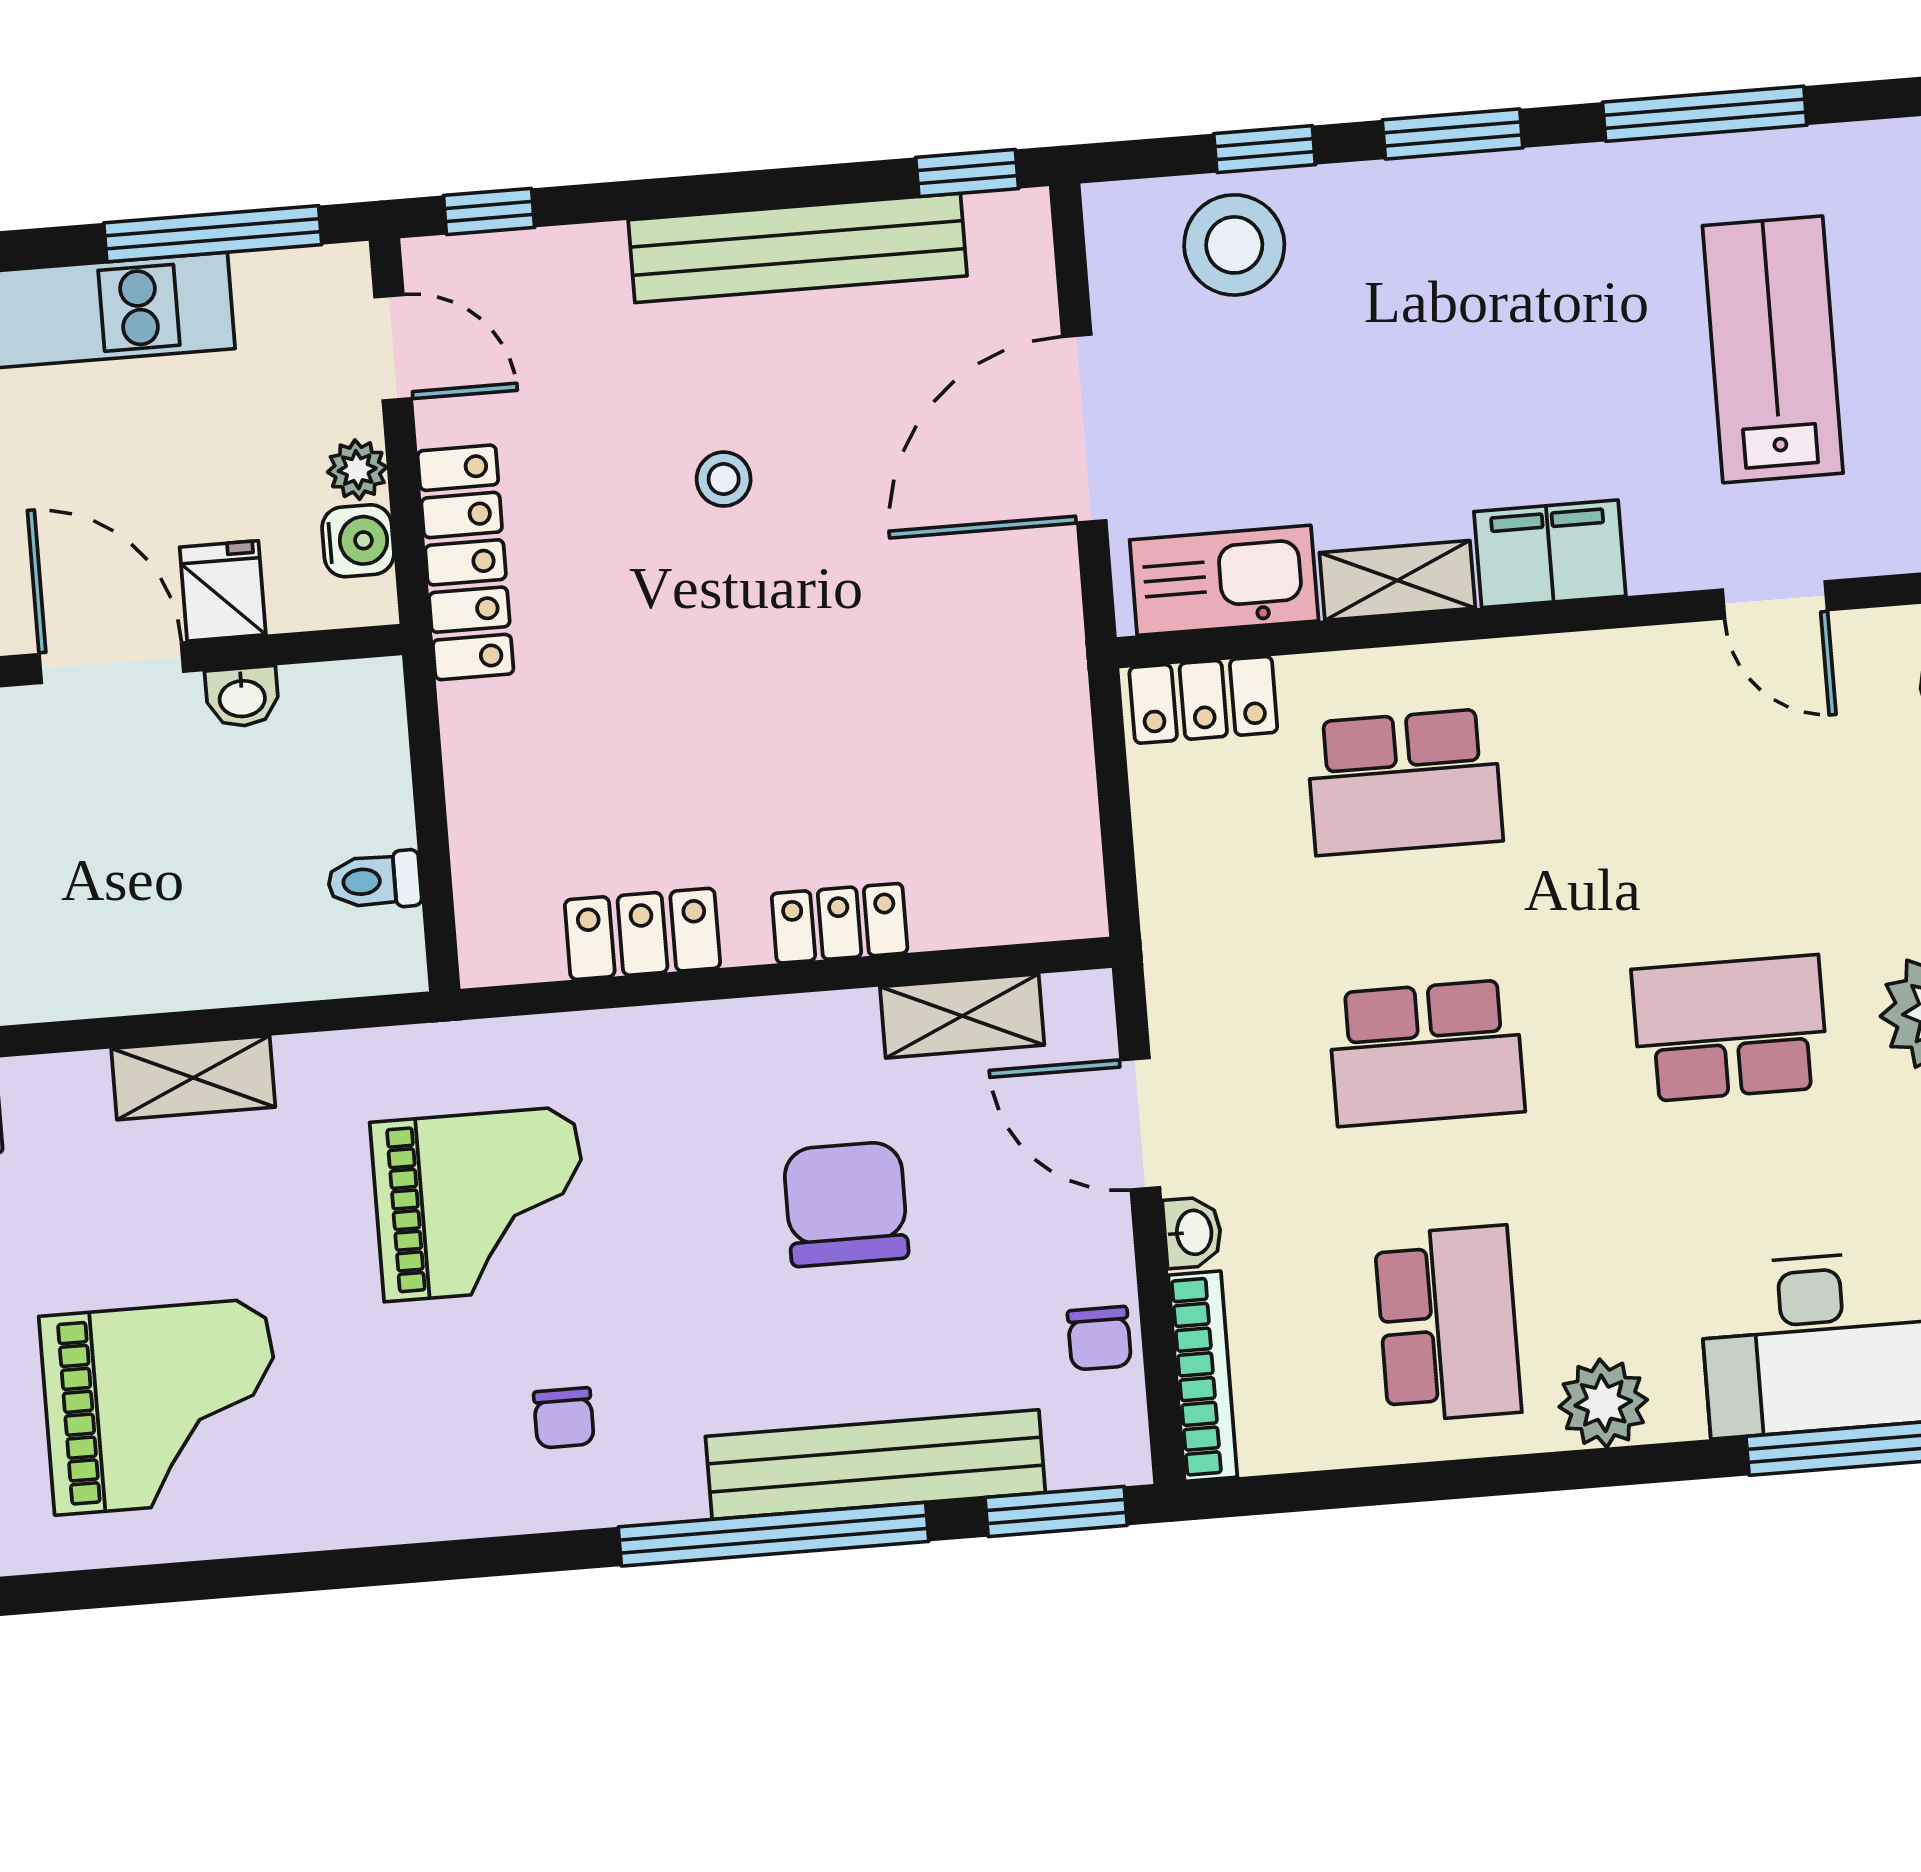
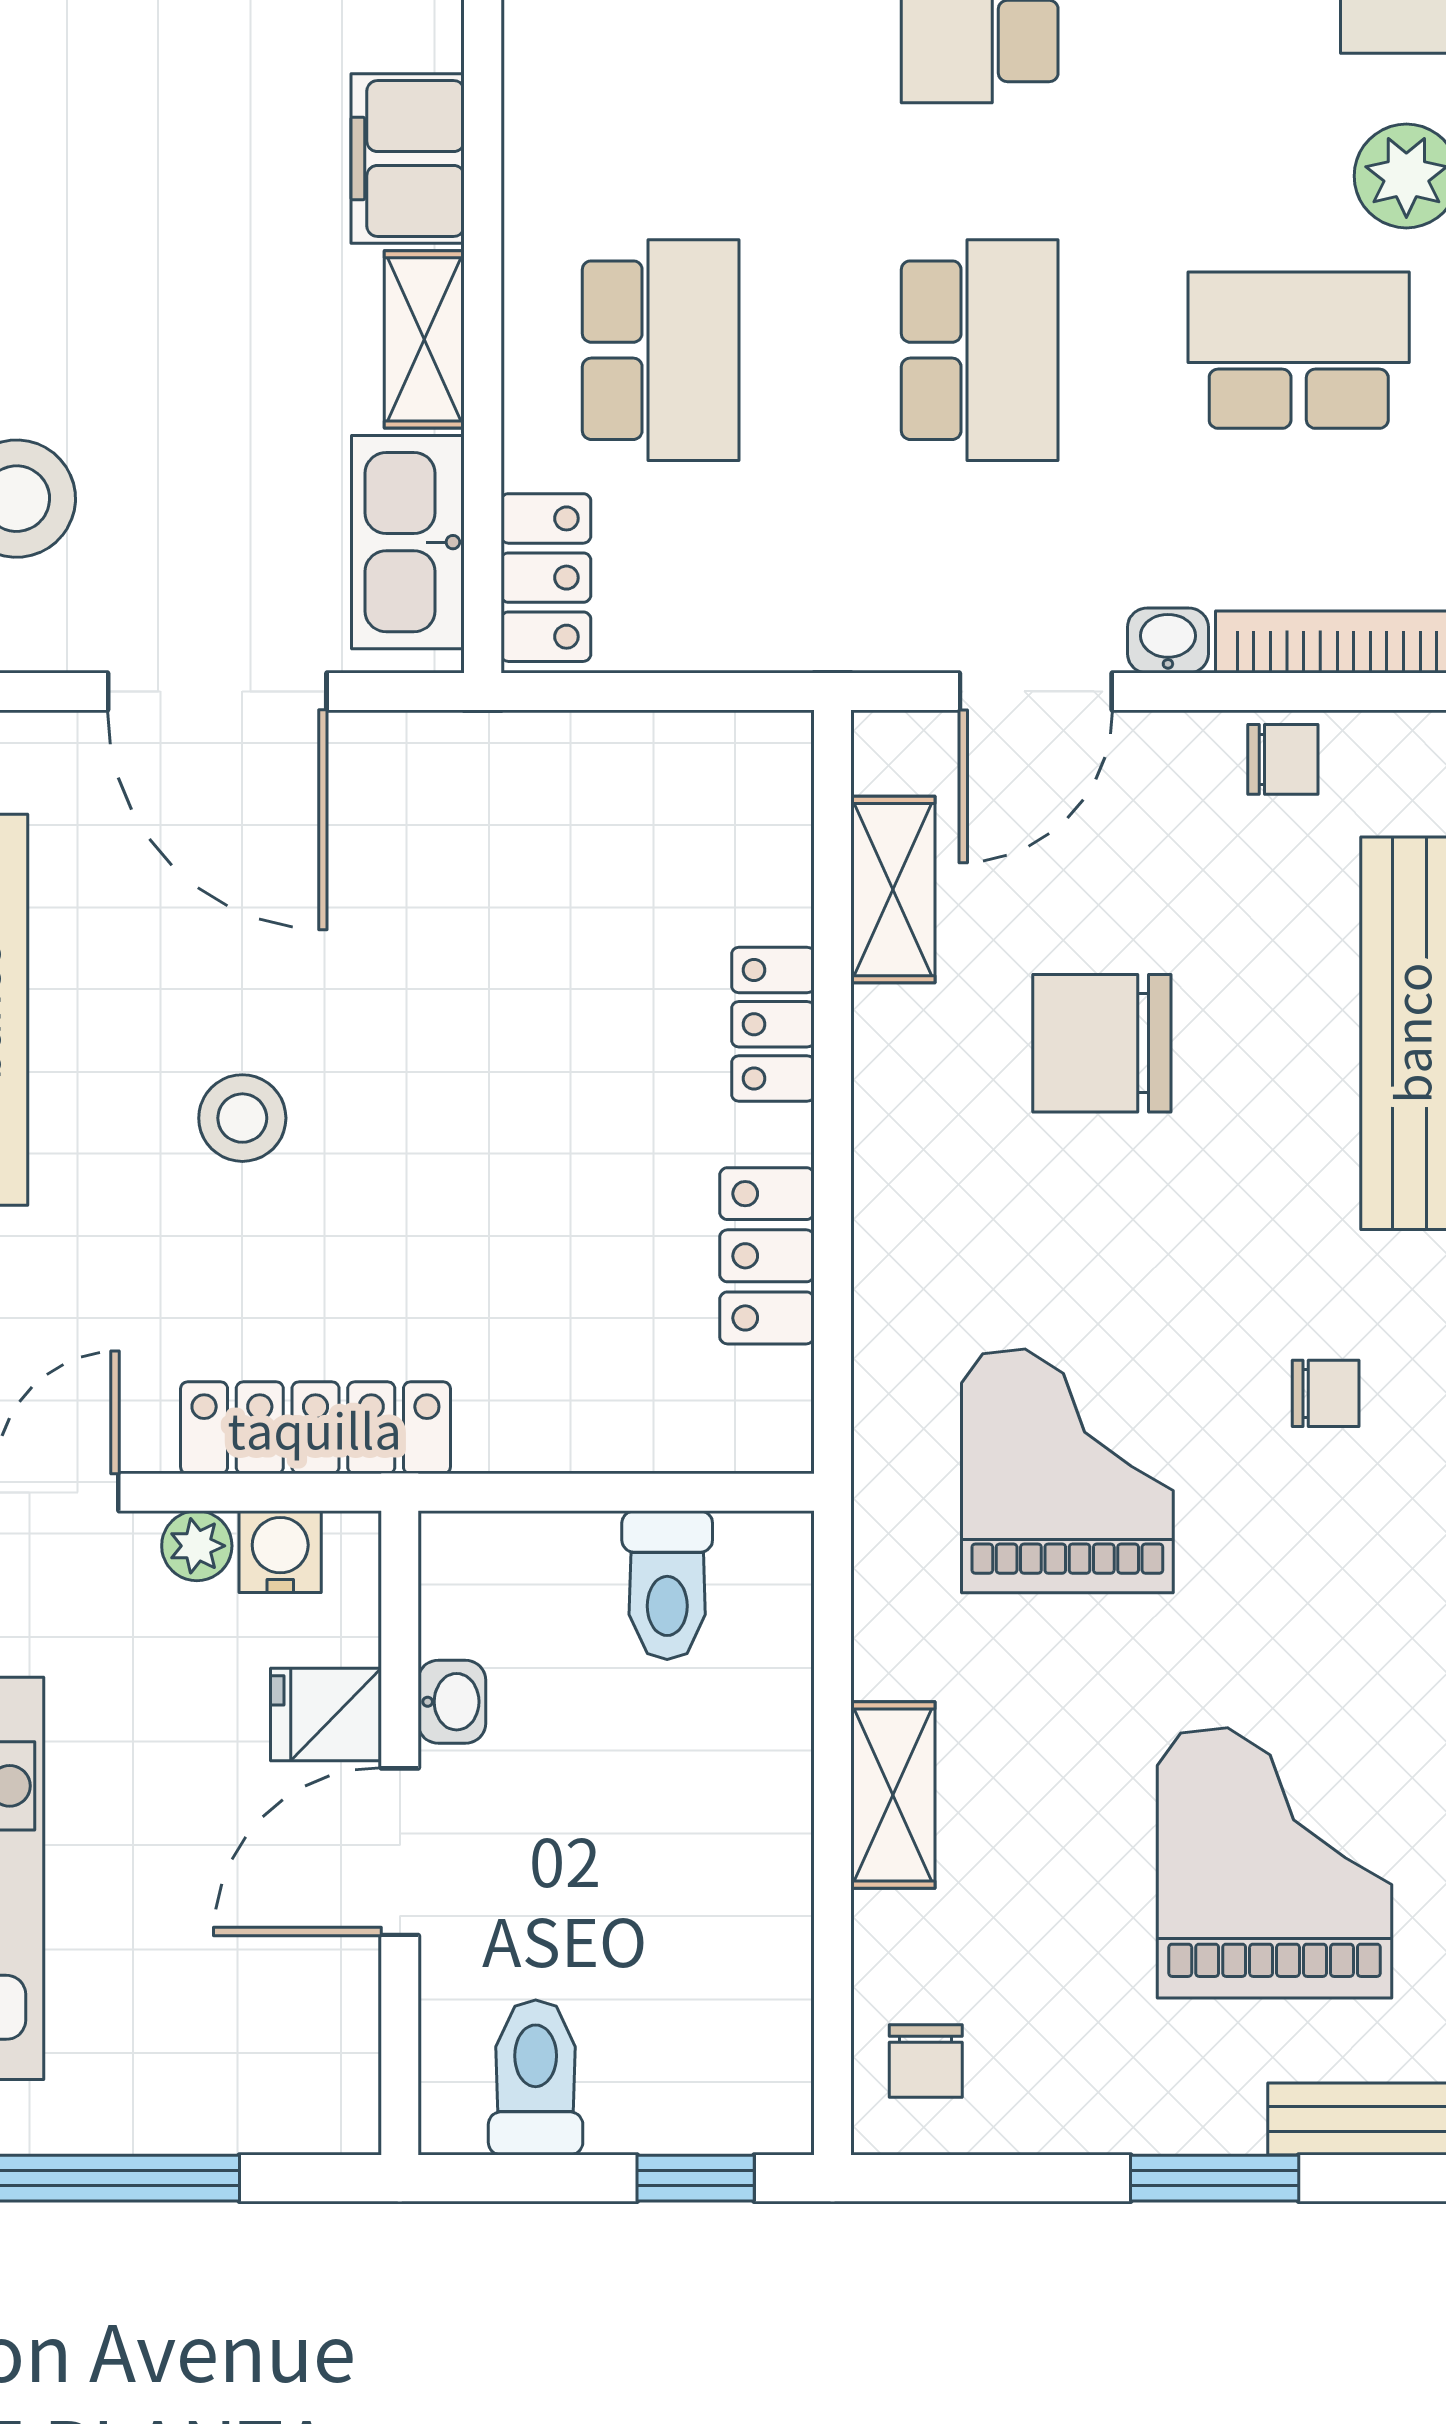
stool: (724, 479) -> (242, 1118), width x1.37, depth x1.37
toilet: (374, 881) -> (667, 1585), width x1.37, depth x1.39

